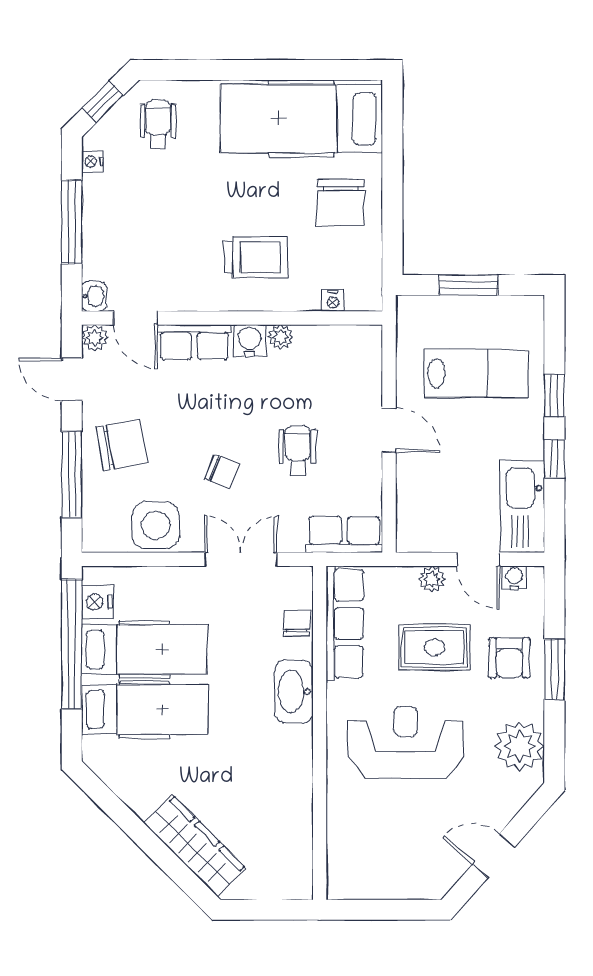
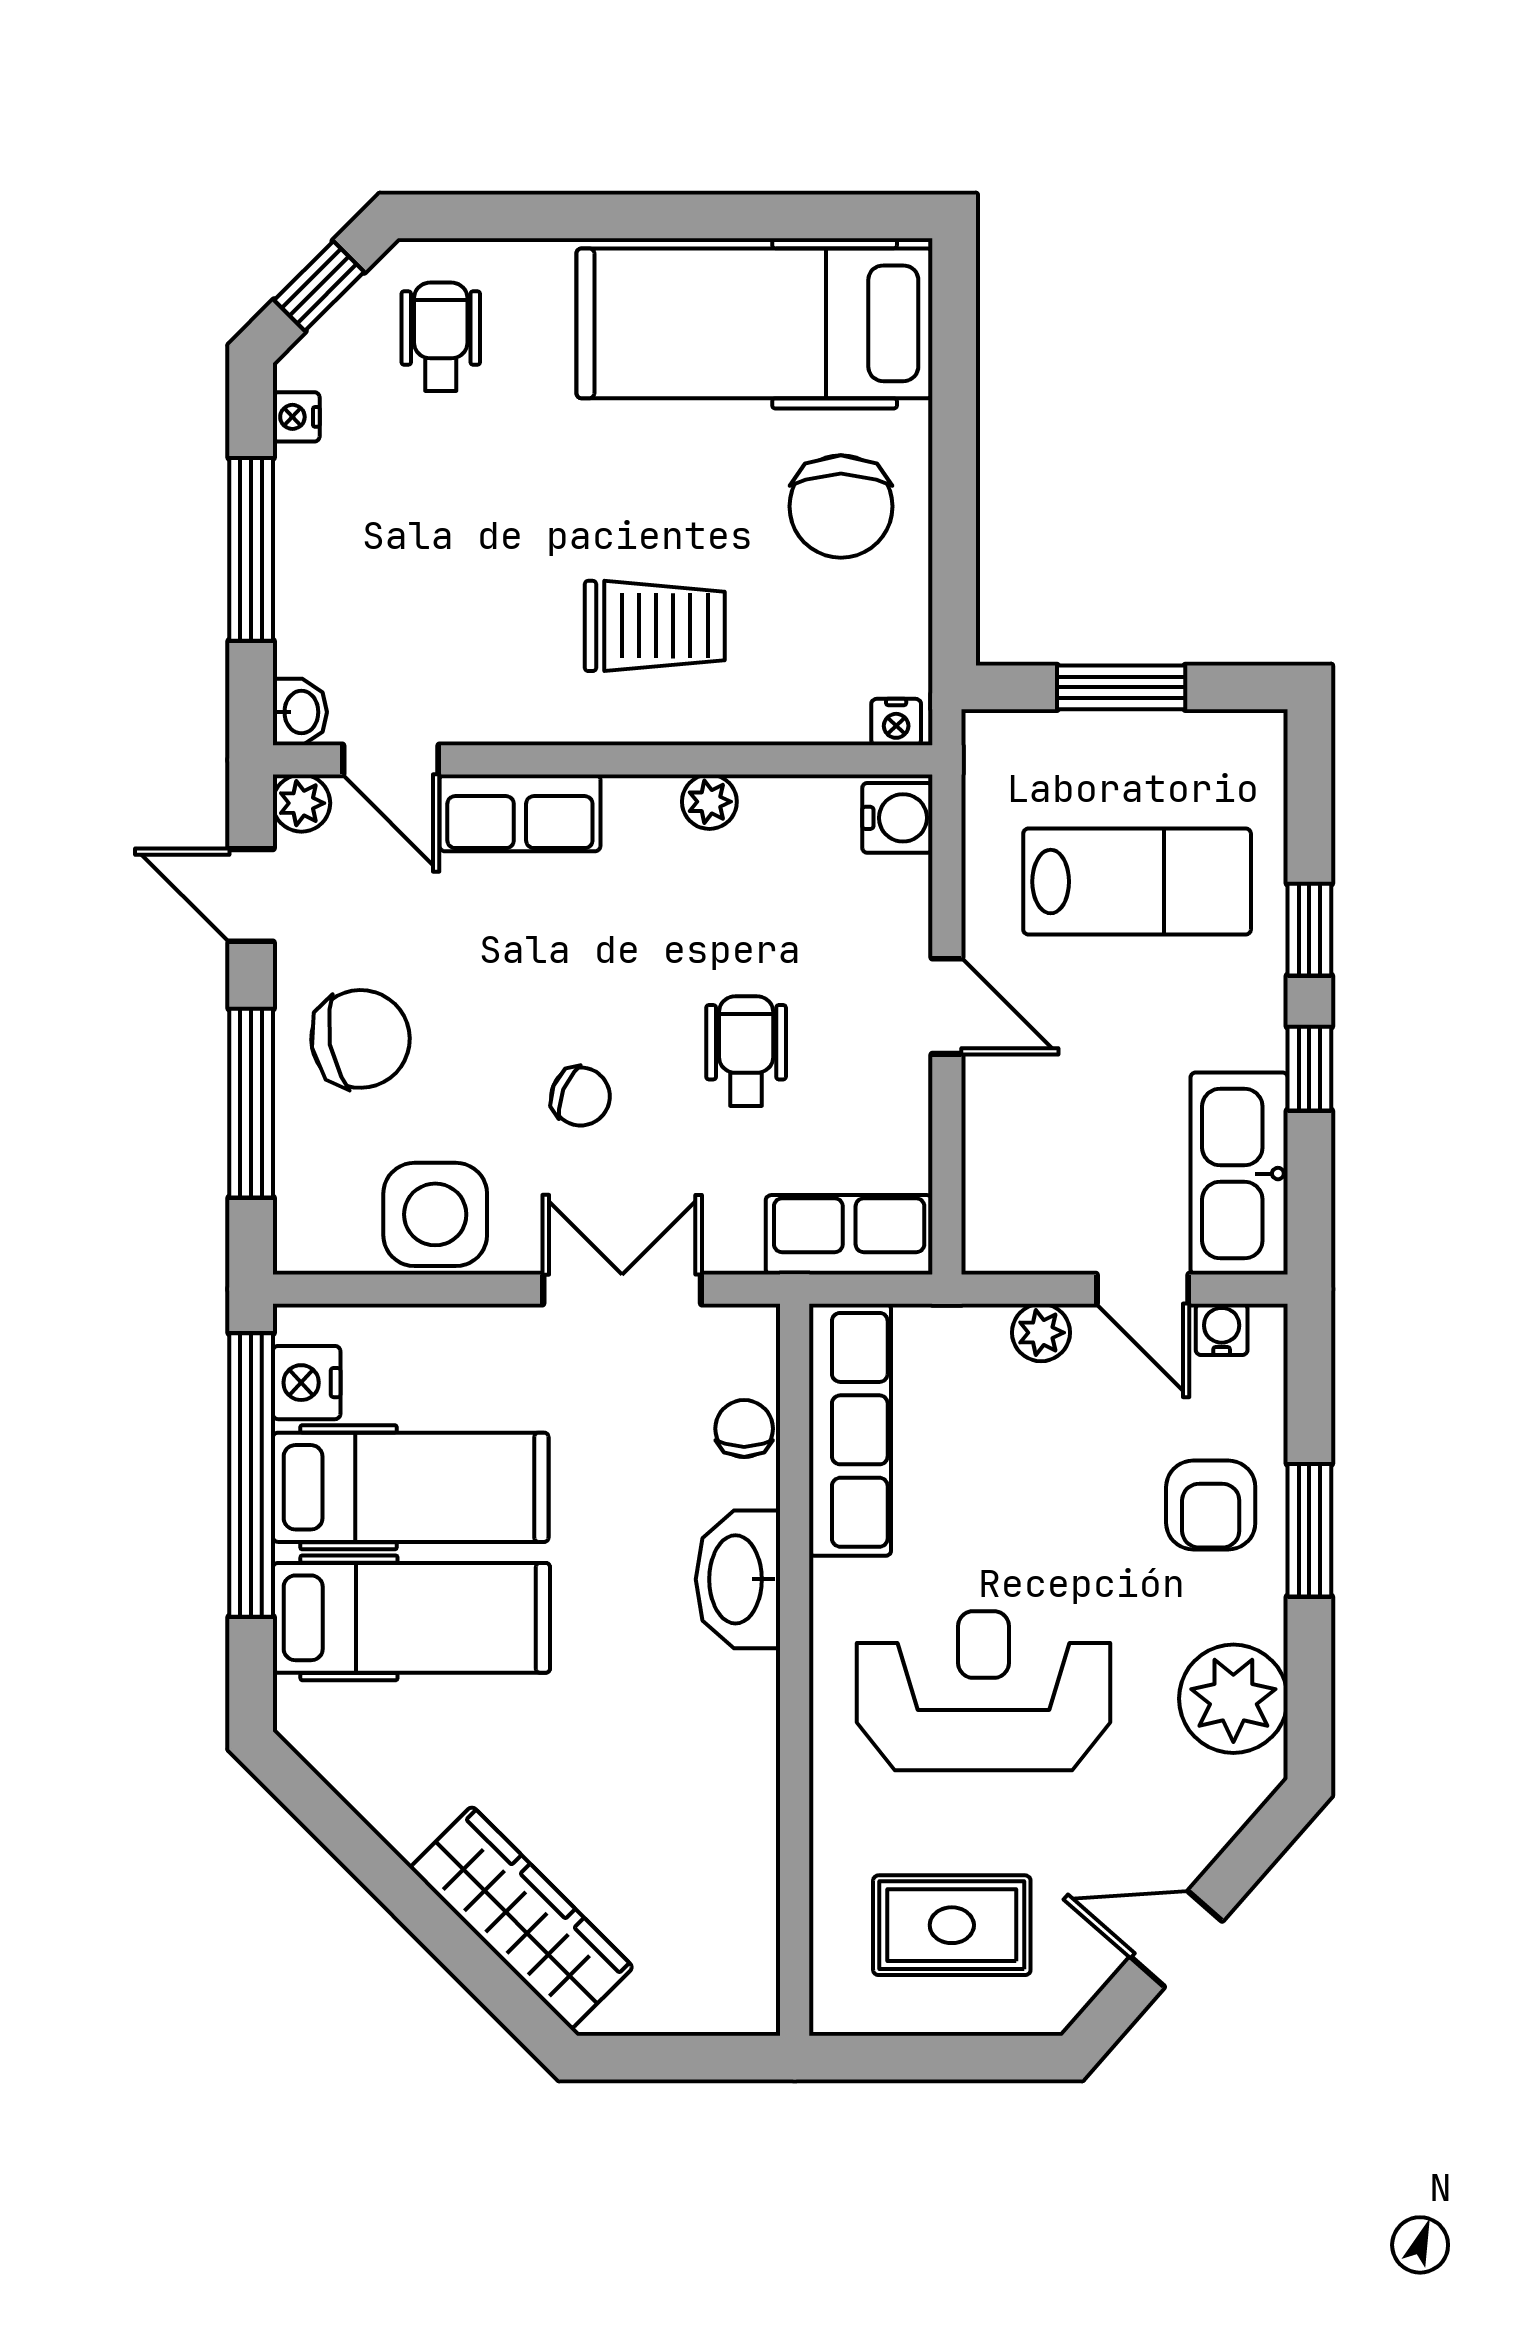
nightstand: (333, 301) -> (896, 722), moved
water cooler: (250, 341) -> (897, 818), moved, turned 90
rug: (434, 647) -> (952, 1925), moved

